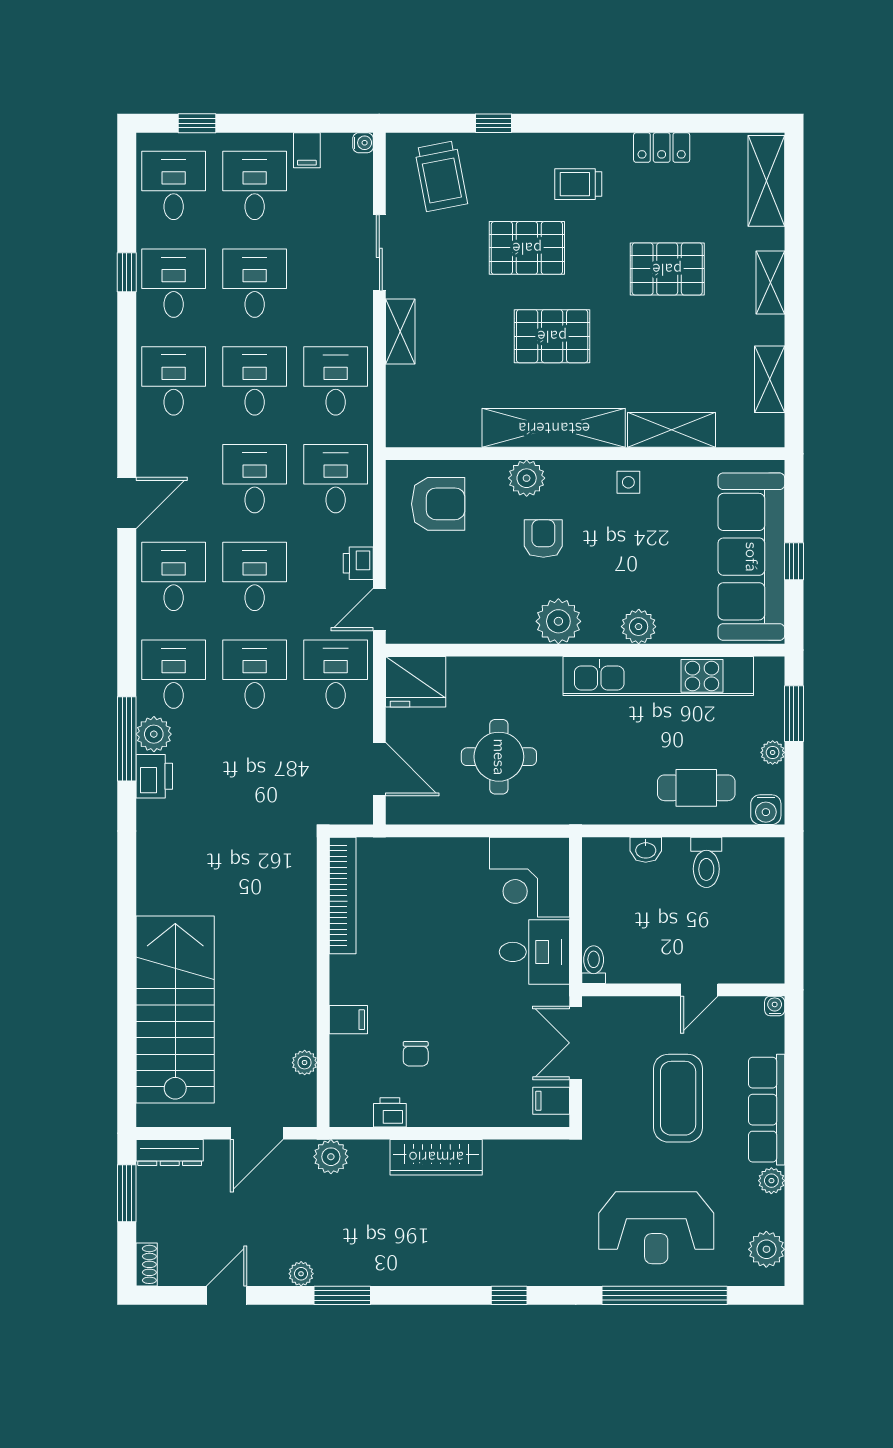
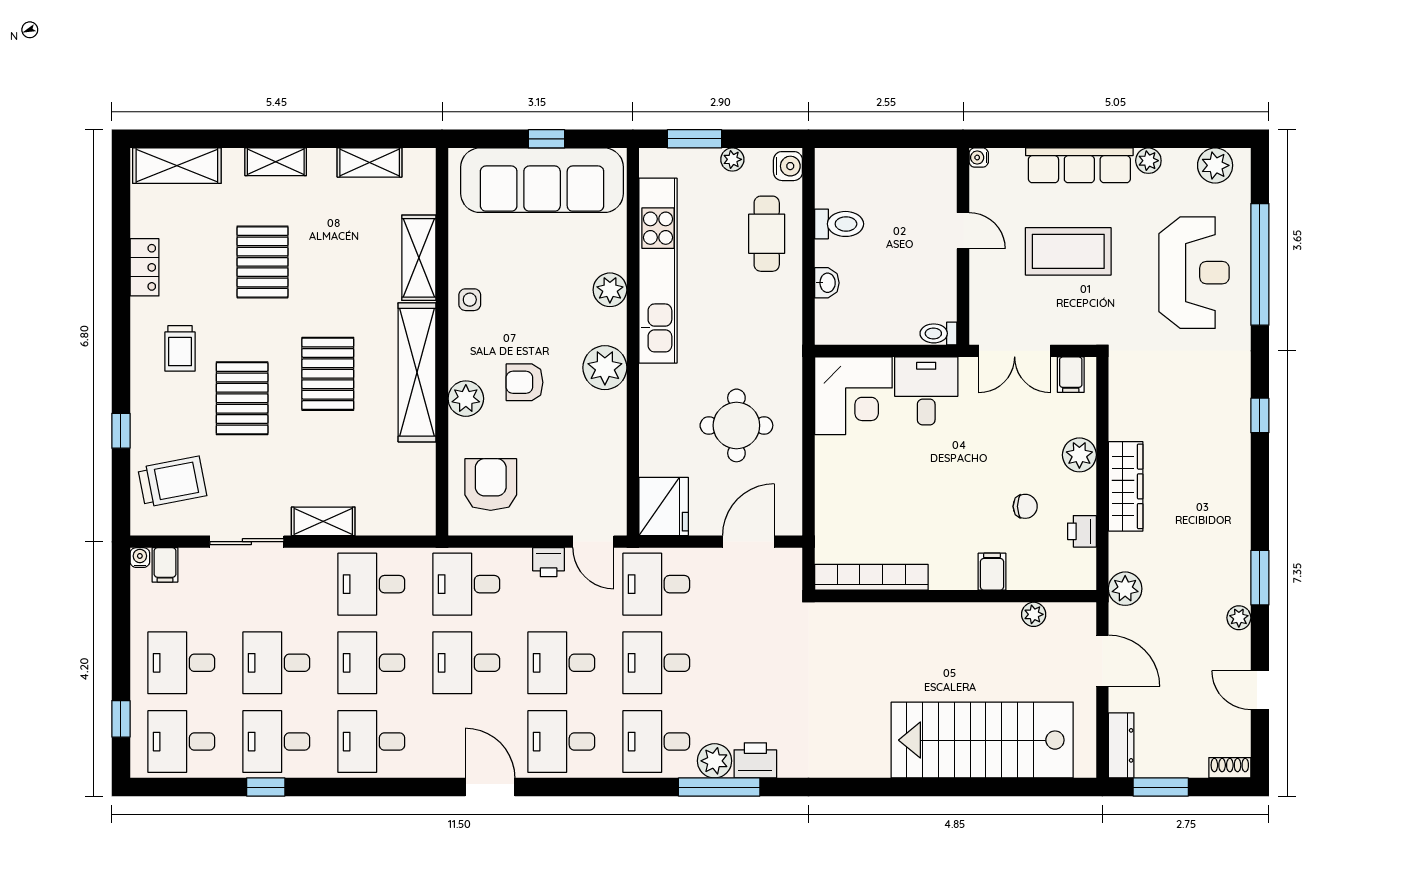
filing cabinet: (307, 150) -> (165, 565), moved, turned 90
plant: (469, 1110) -> (1079, 455), added

